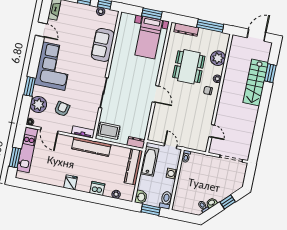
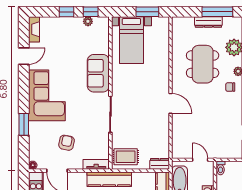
door: (41, 30) -> (24, 56), hinge flipped
dresser: (186, 30) -> (208, 22), moved
bed with nightstands: (149, 38) -> (131, 40), moved
sofa: (103, 45) -> (98, 73), moved
plant: (38, 104) -> (38, 143), removed

